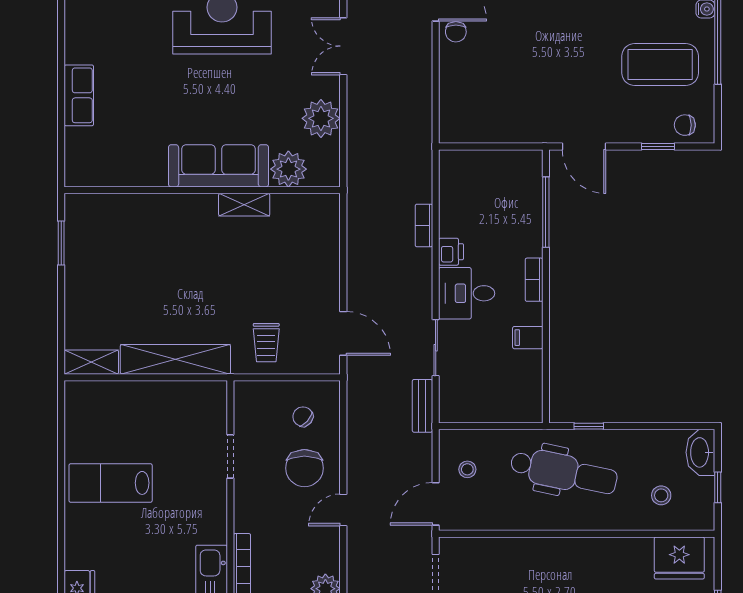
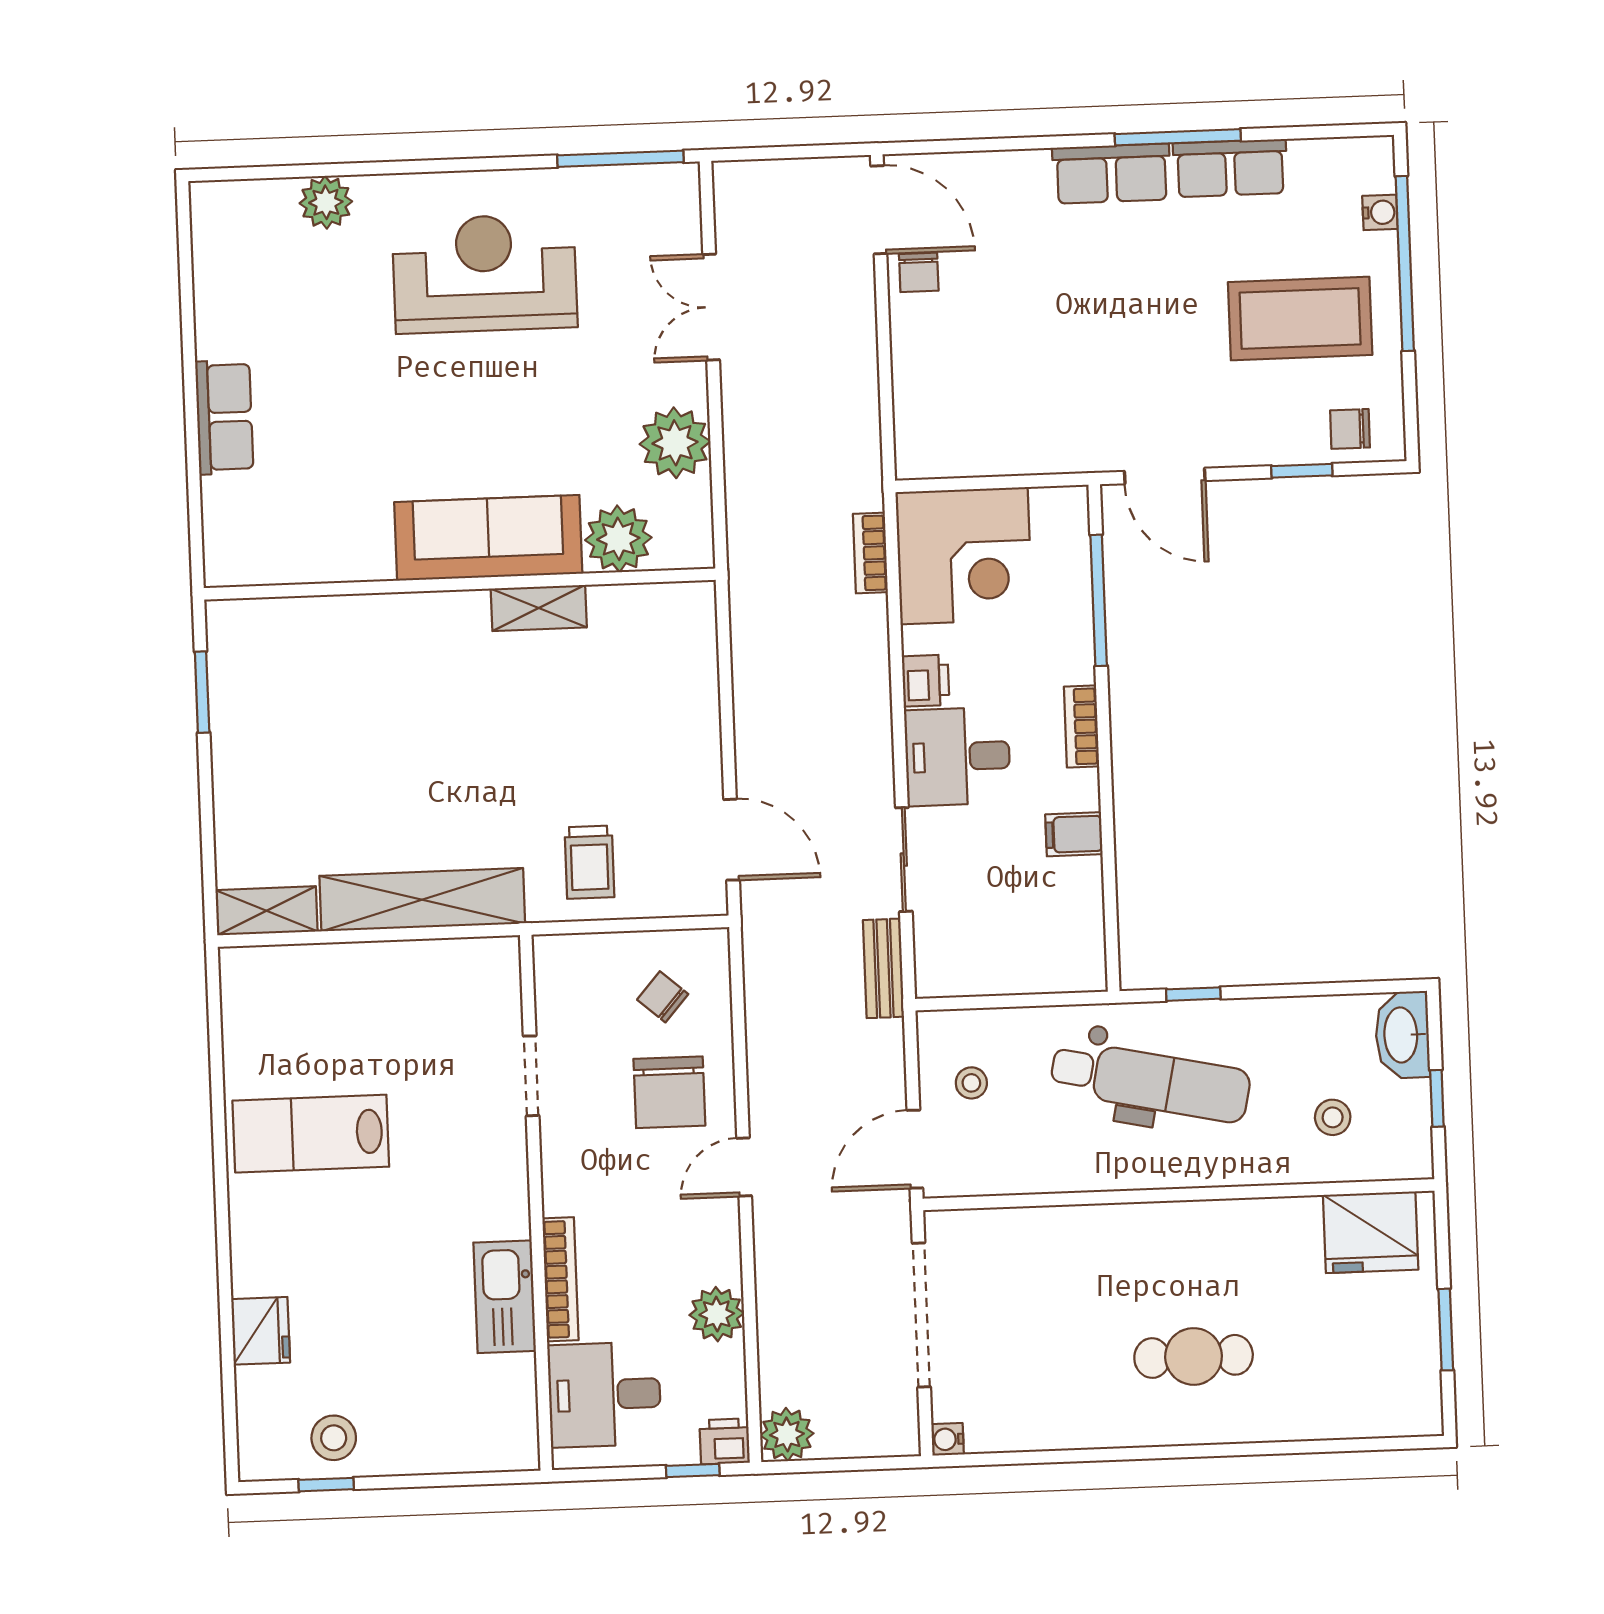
corner desk: (474, 185) -> (964, 556), added
bookcase: (424, 225) -> (870, 553), moved

